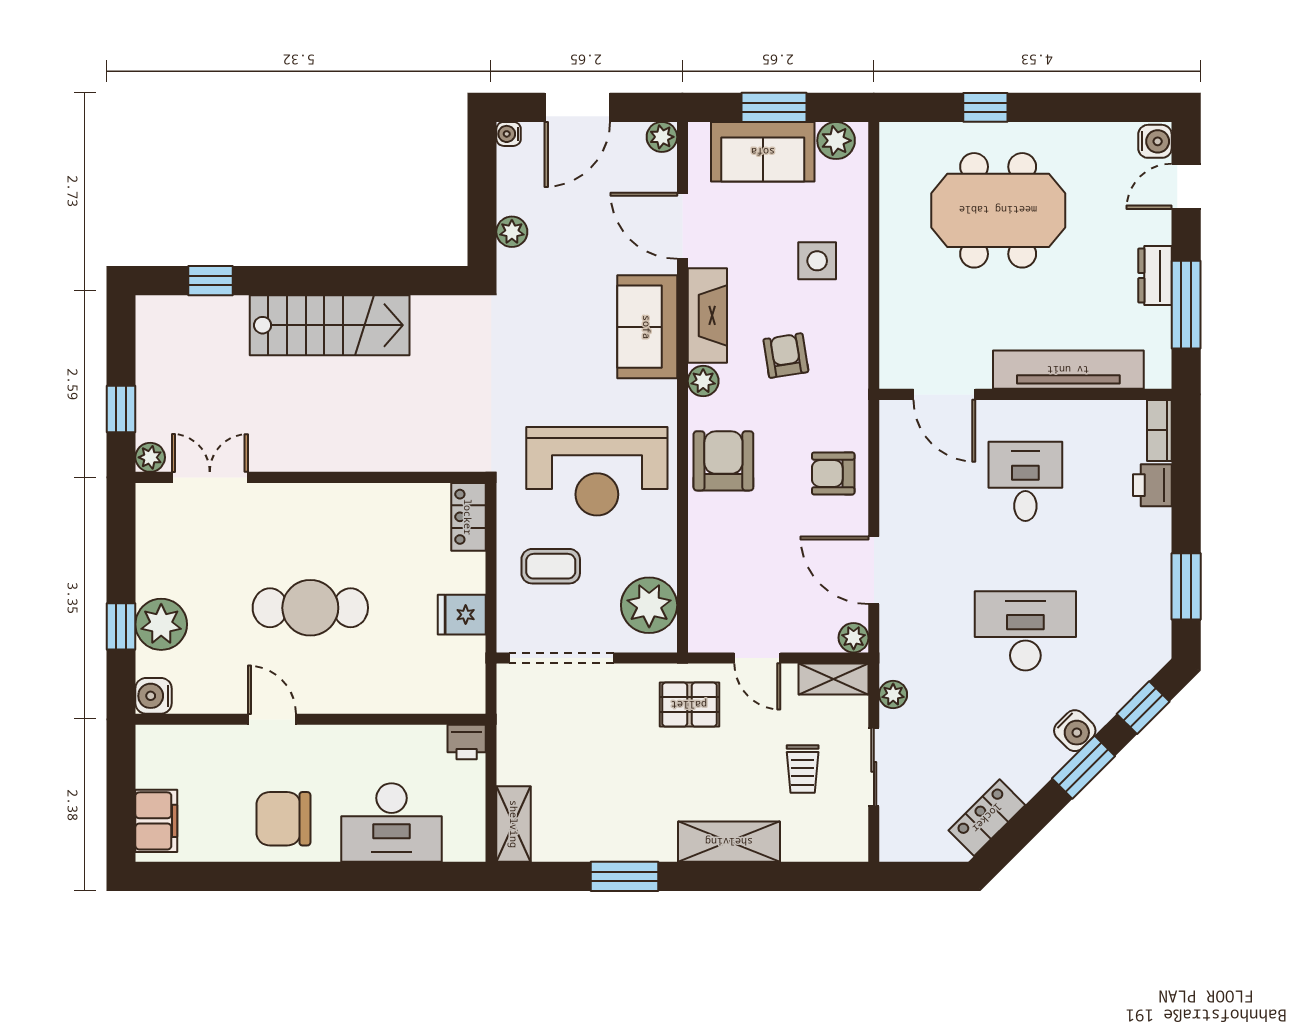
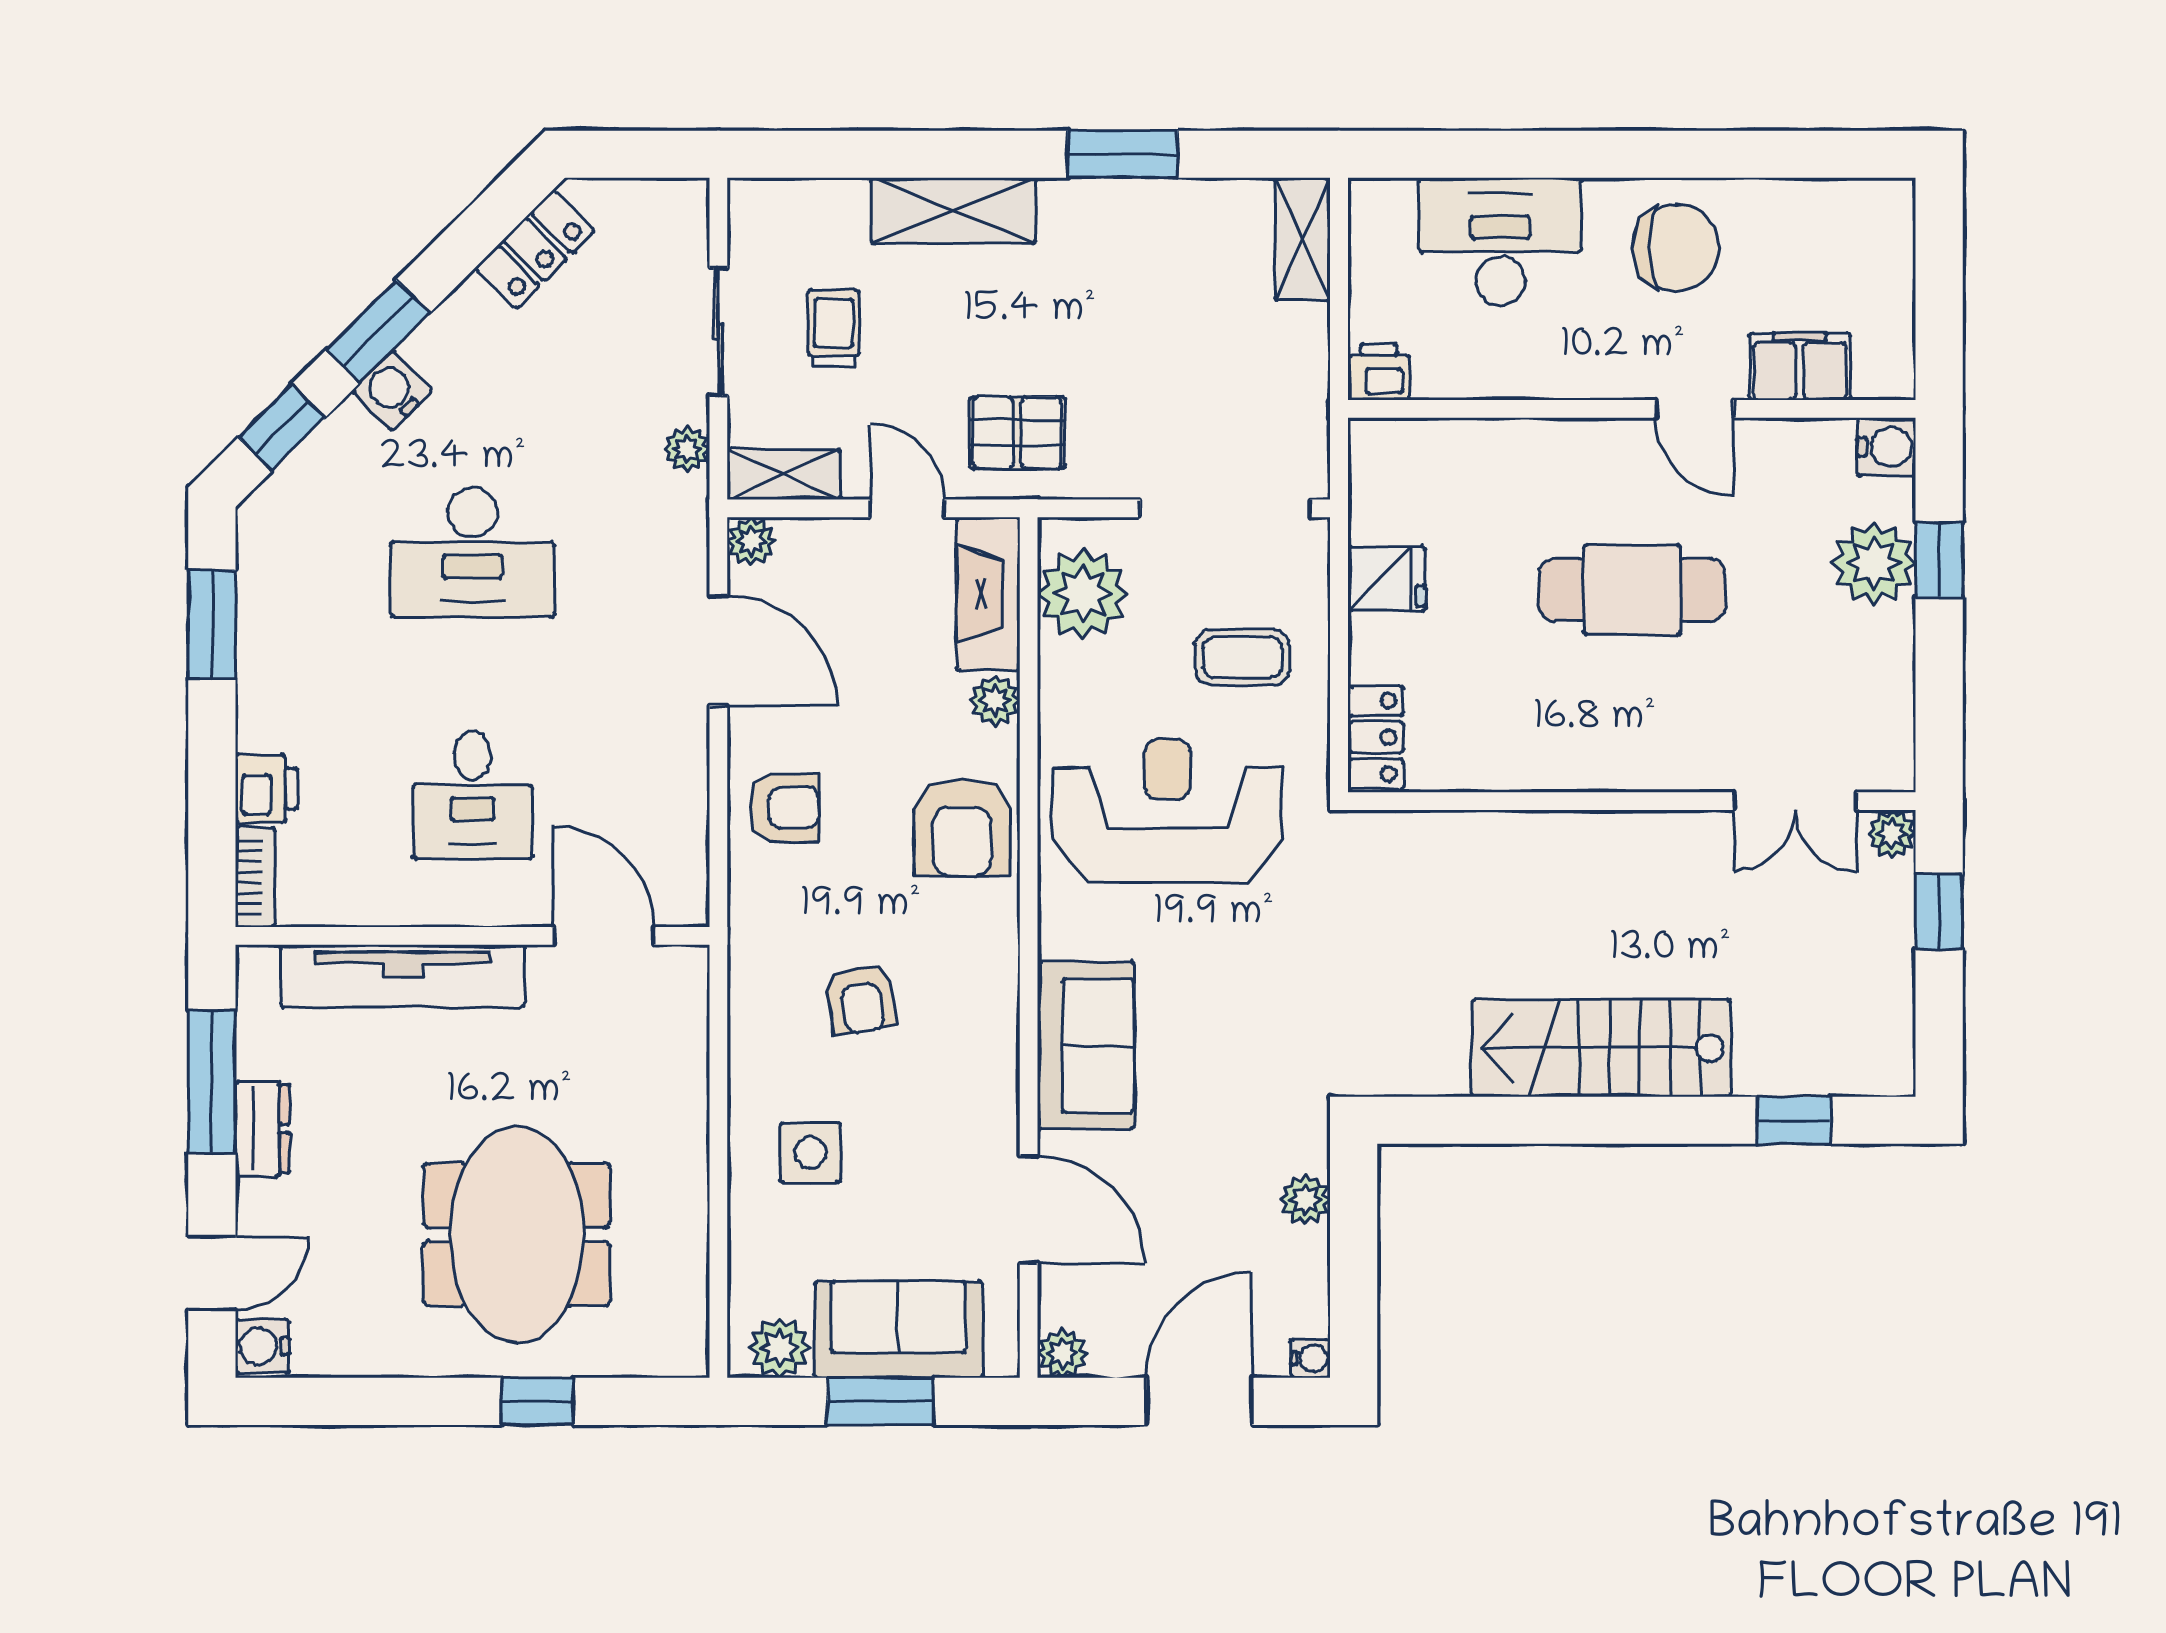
meeting table: (998, 210) -> (517, 1234), turned 90
fireplace: (707, 315) -> (988, 594), moved
plant: (703, 381) -> (995, 700), moved
filing cabinet: (156, 821) -> (1800, 366), moved, turned 90

